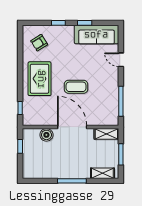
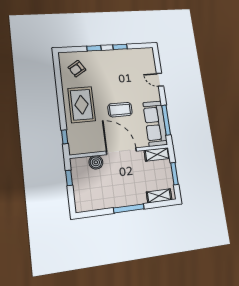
sofa: (96, 34) -> (155, 124), moved, turned 90

